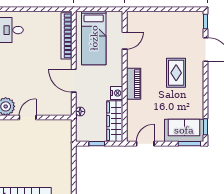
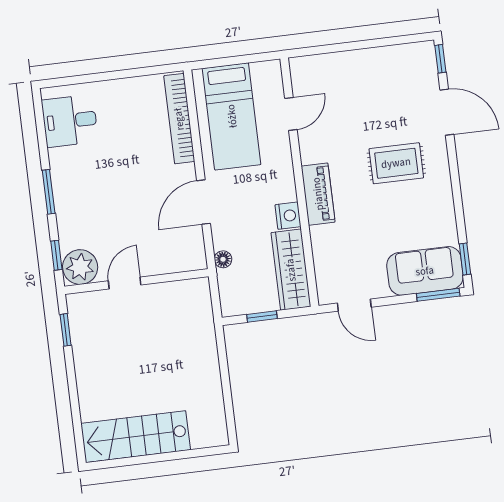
rug: (176, 73) -> (396, 163), turned 90
door: (74, 81) -> (204, 202), hinge flipped
door: (145, 144) -> (354, 305), swing flipped

